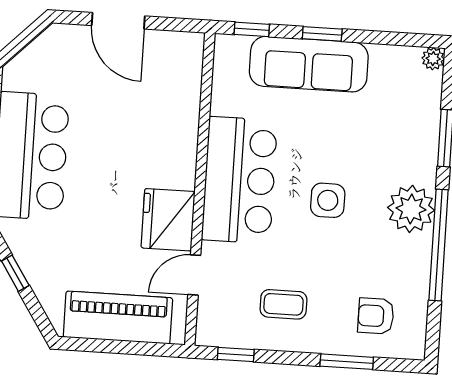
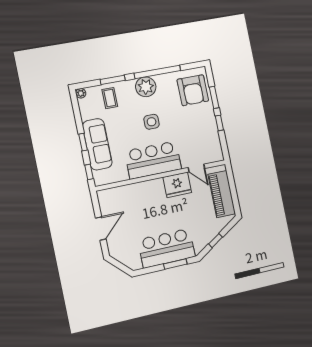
coffee table: (283, 304) -> (110, 98), moved
armchair: (376, 316) -> (193, 90), width x1.88, depth x1.88
window: (236, 355) -> (219, 123), moved

